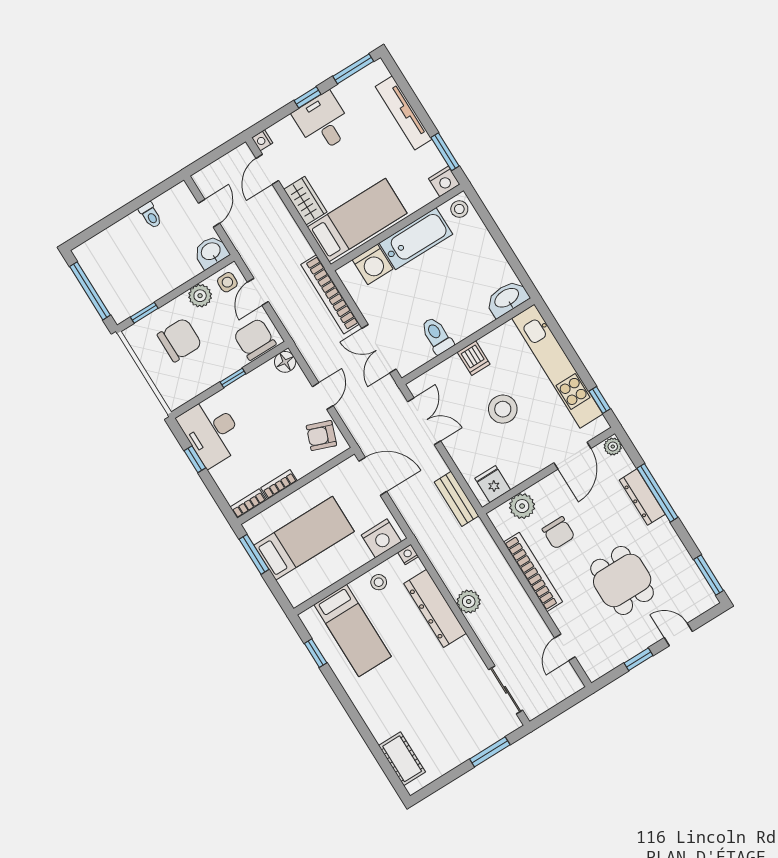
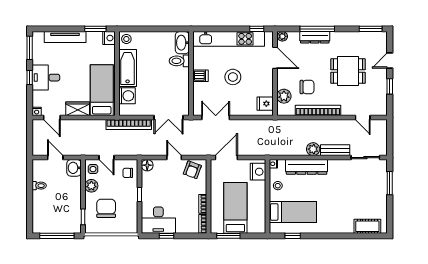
toilet: (437, 336) -> (179, 61), moved
chair: (255, 339) -> (128, 173), width x0.54, depth x0.54
bench: (457, 499) -> (335, 150), moved

